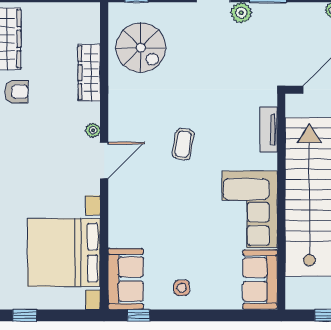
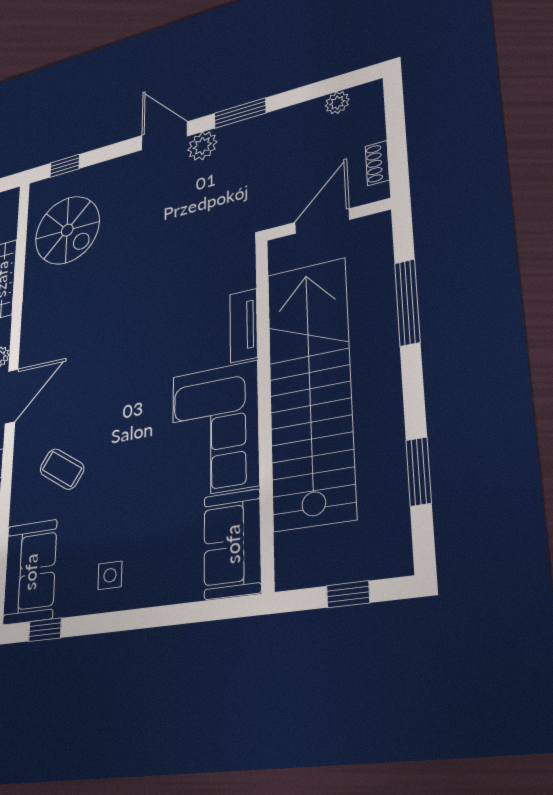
tv unit: (269, 129) -> (244, 326), moved
coffee table: (183, 144) -> (62, 469), moved, turned -66

